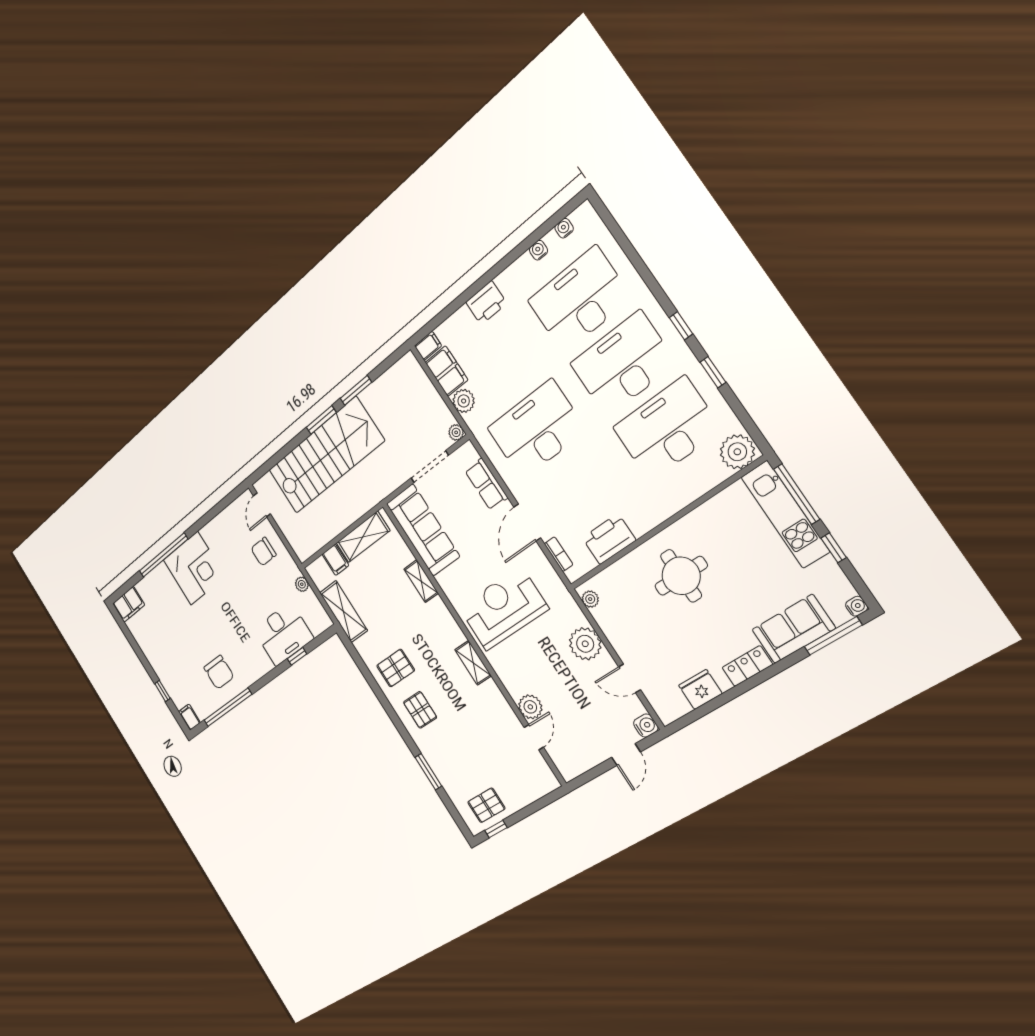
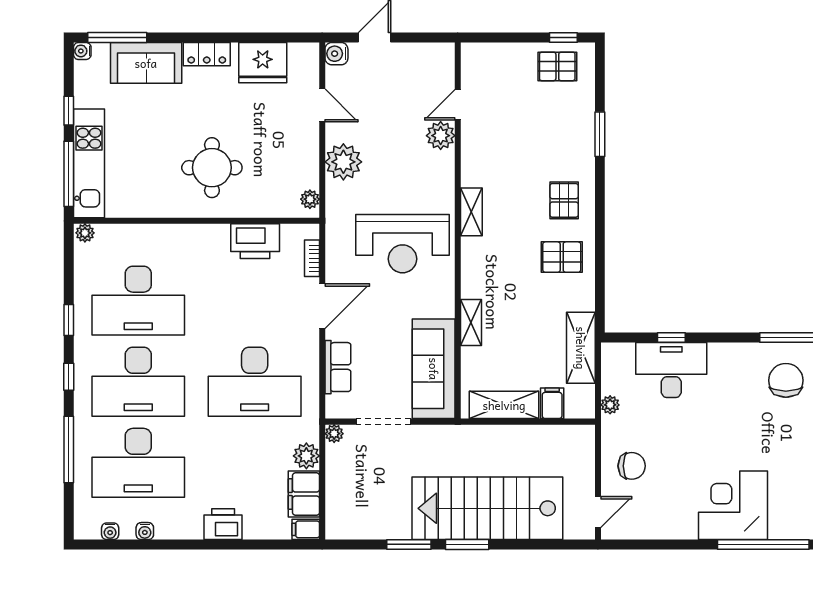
window: (641, 267) -> (69, 450), added
plant: (737, 452) -> (85, 233), width x0.53, depth x0.53
fridge: (700, 689) -> (263, 63), width x1.36, depth x1.34

